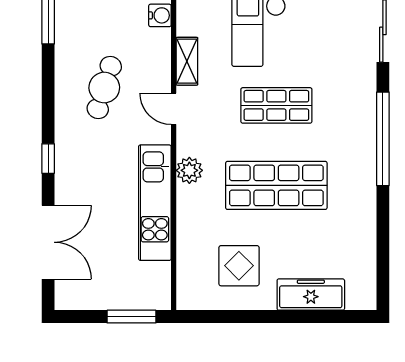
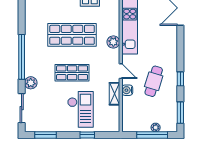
water cooler: (160, 15) -> (127, 90), moved
plant: (363, 84) -> (31, 83), added
window: (48, 159) -> (180, 79), moved

